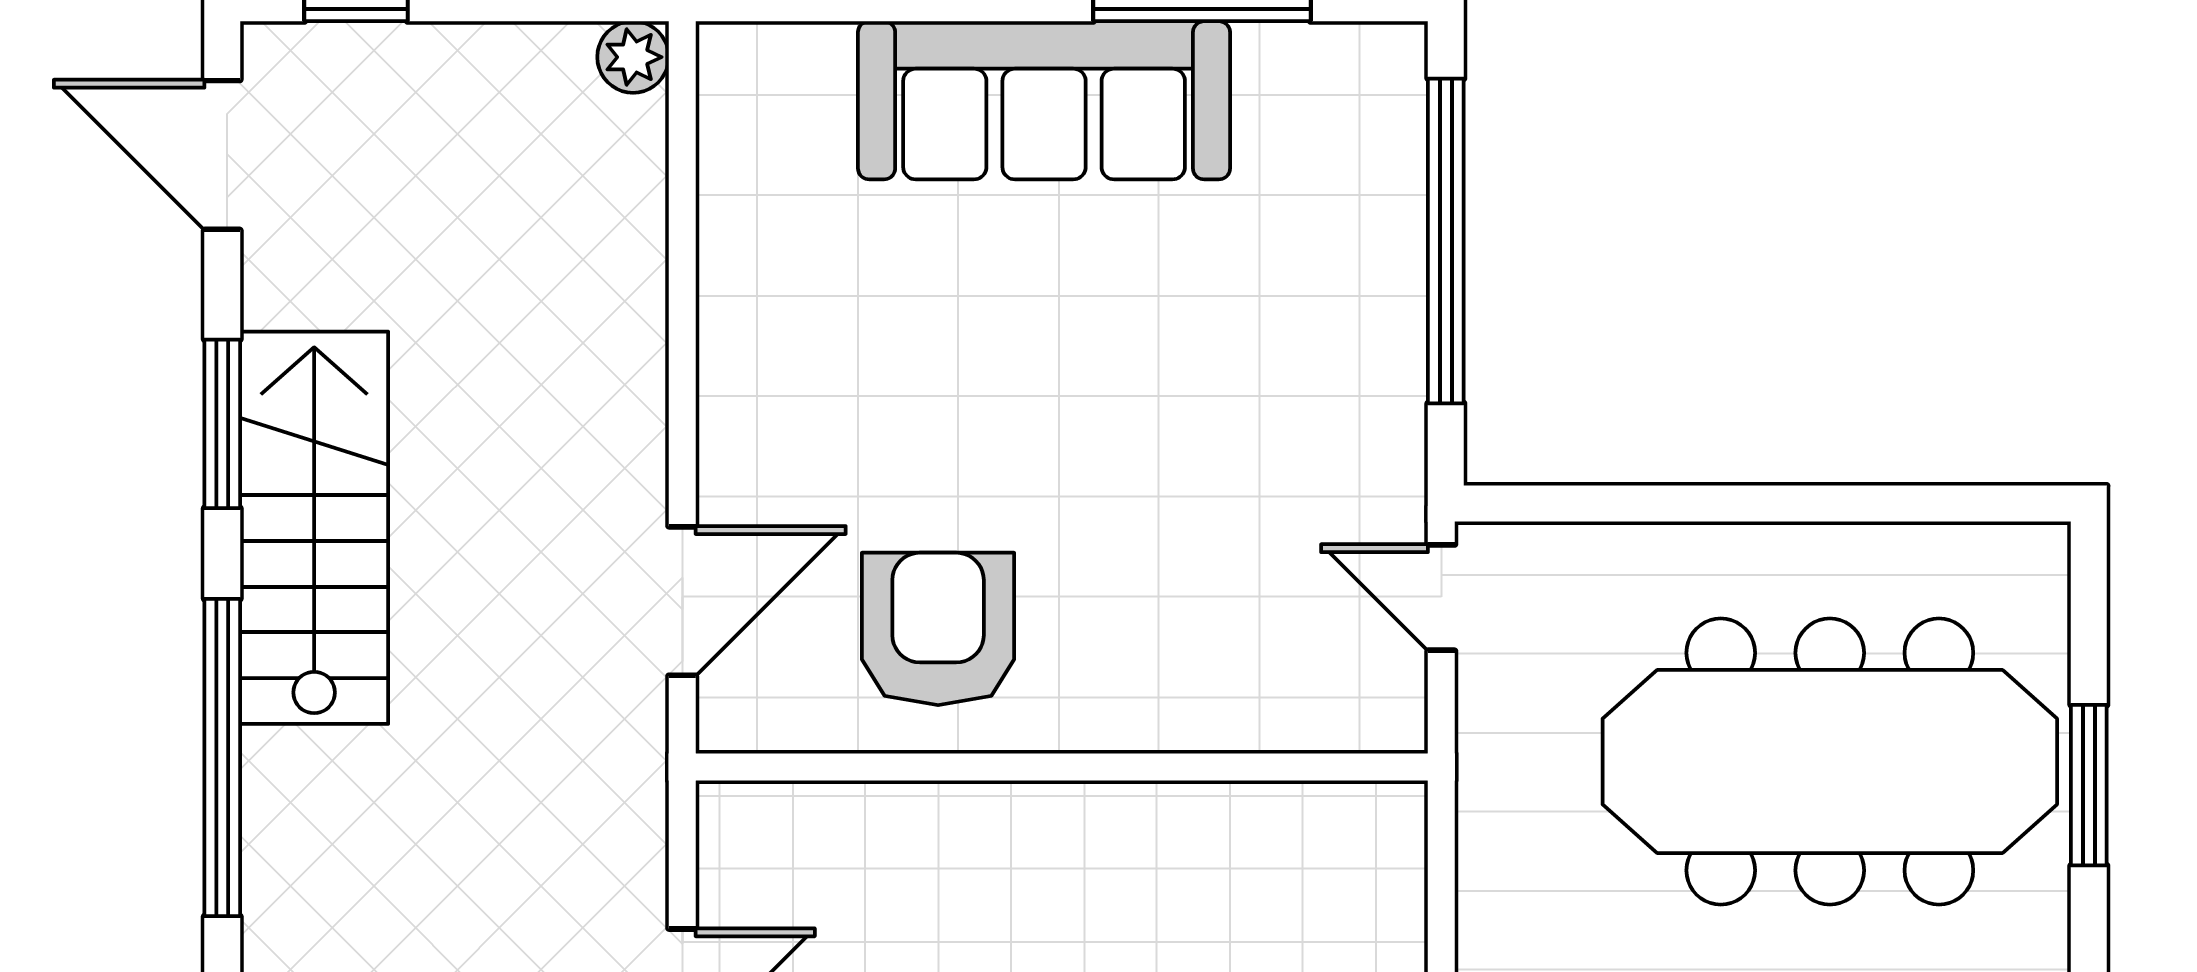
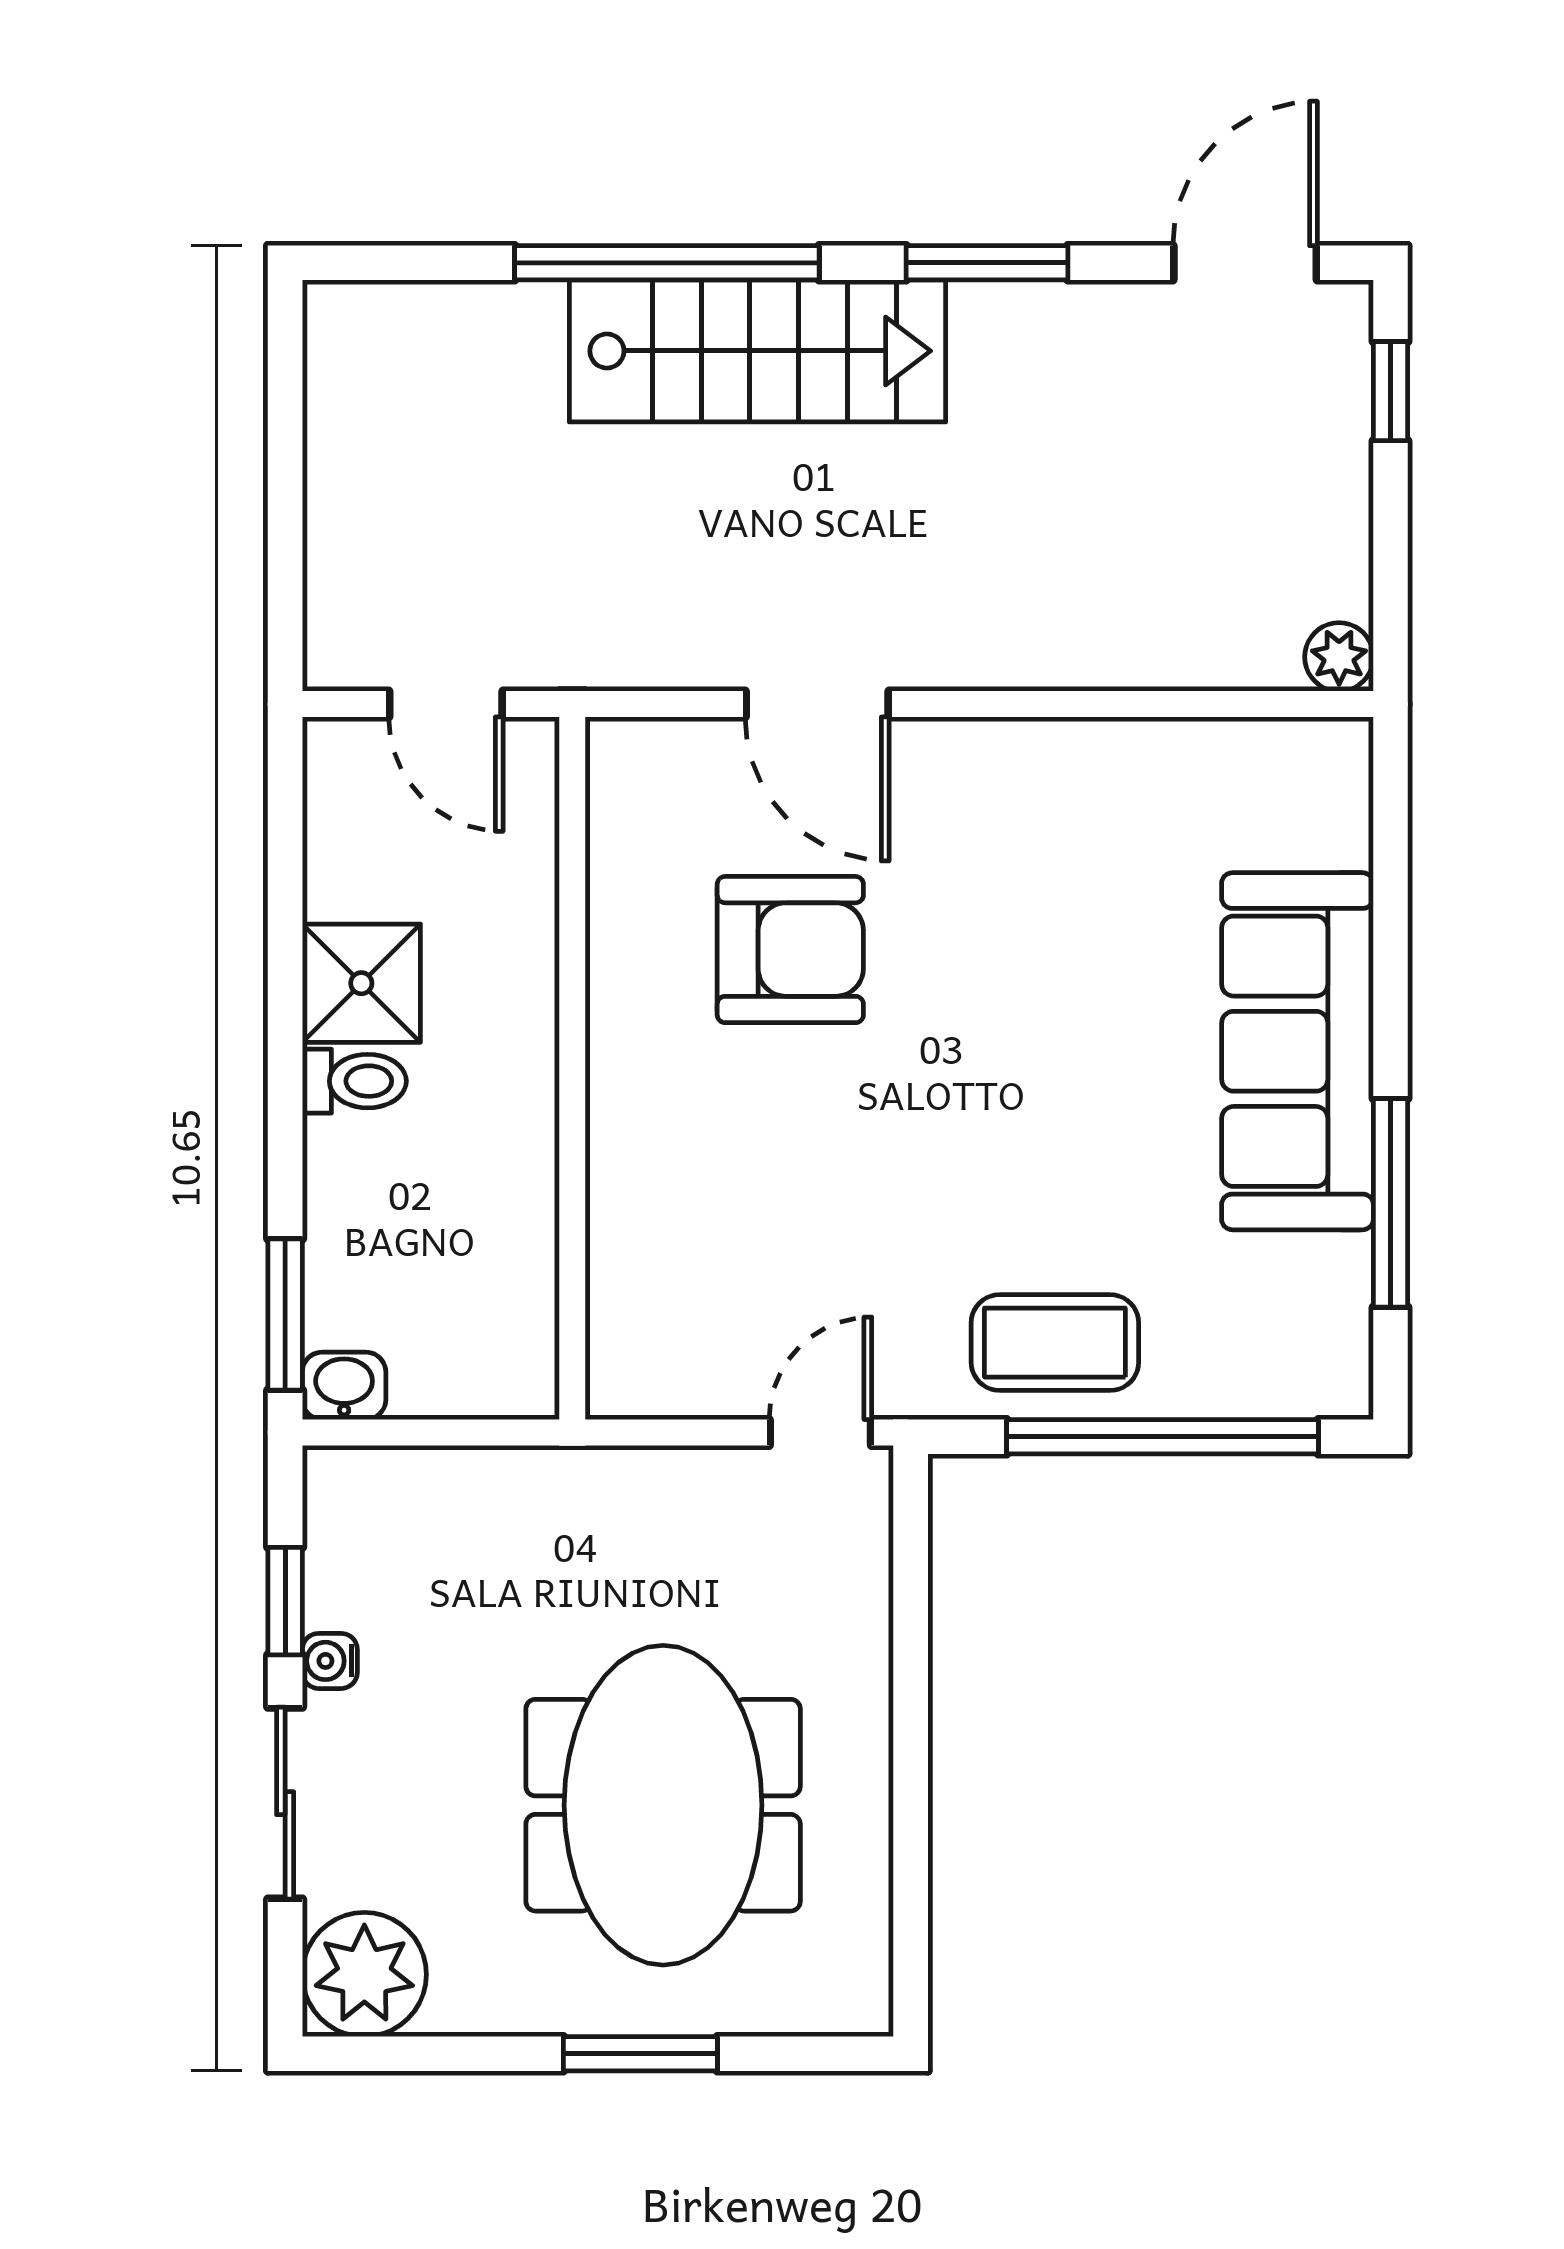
coffee table: (1348, 353) -> (1055, 1343), added
stairs: (314, 528) -> (758, 351), moved
meeting table: (1830, 762) -> (663, 1805), width x0.73
wall: (1062, 767) -> (572, 1068), moved

